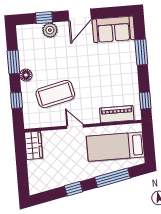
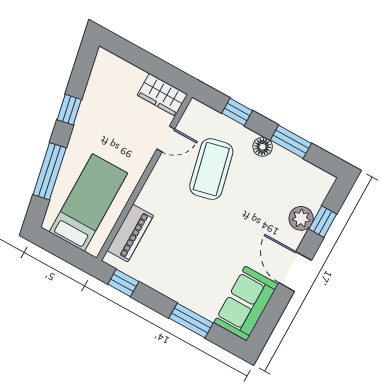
door: (75, 127) -> (166, 139), moved

